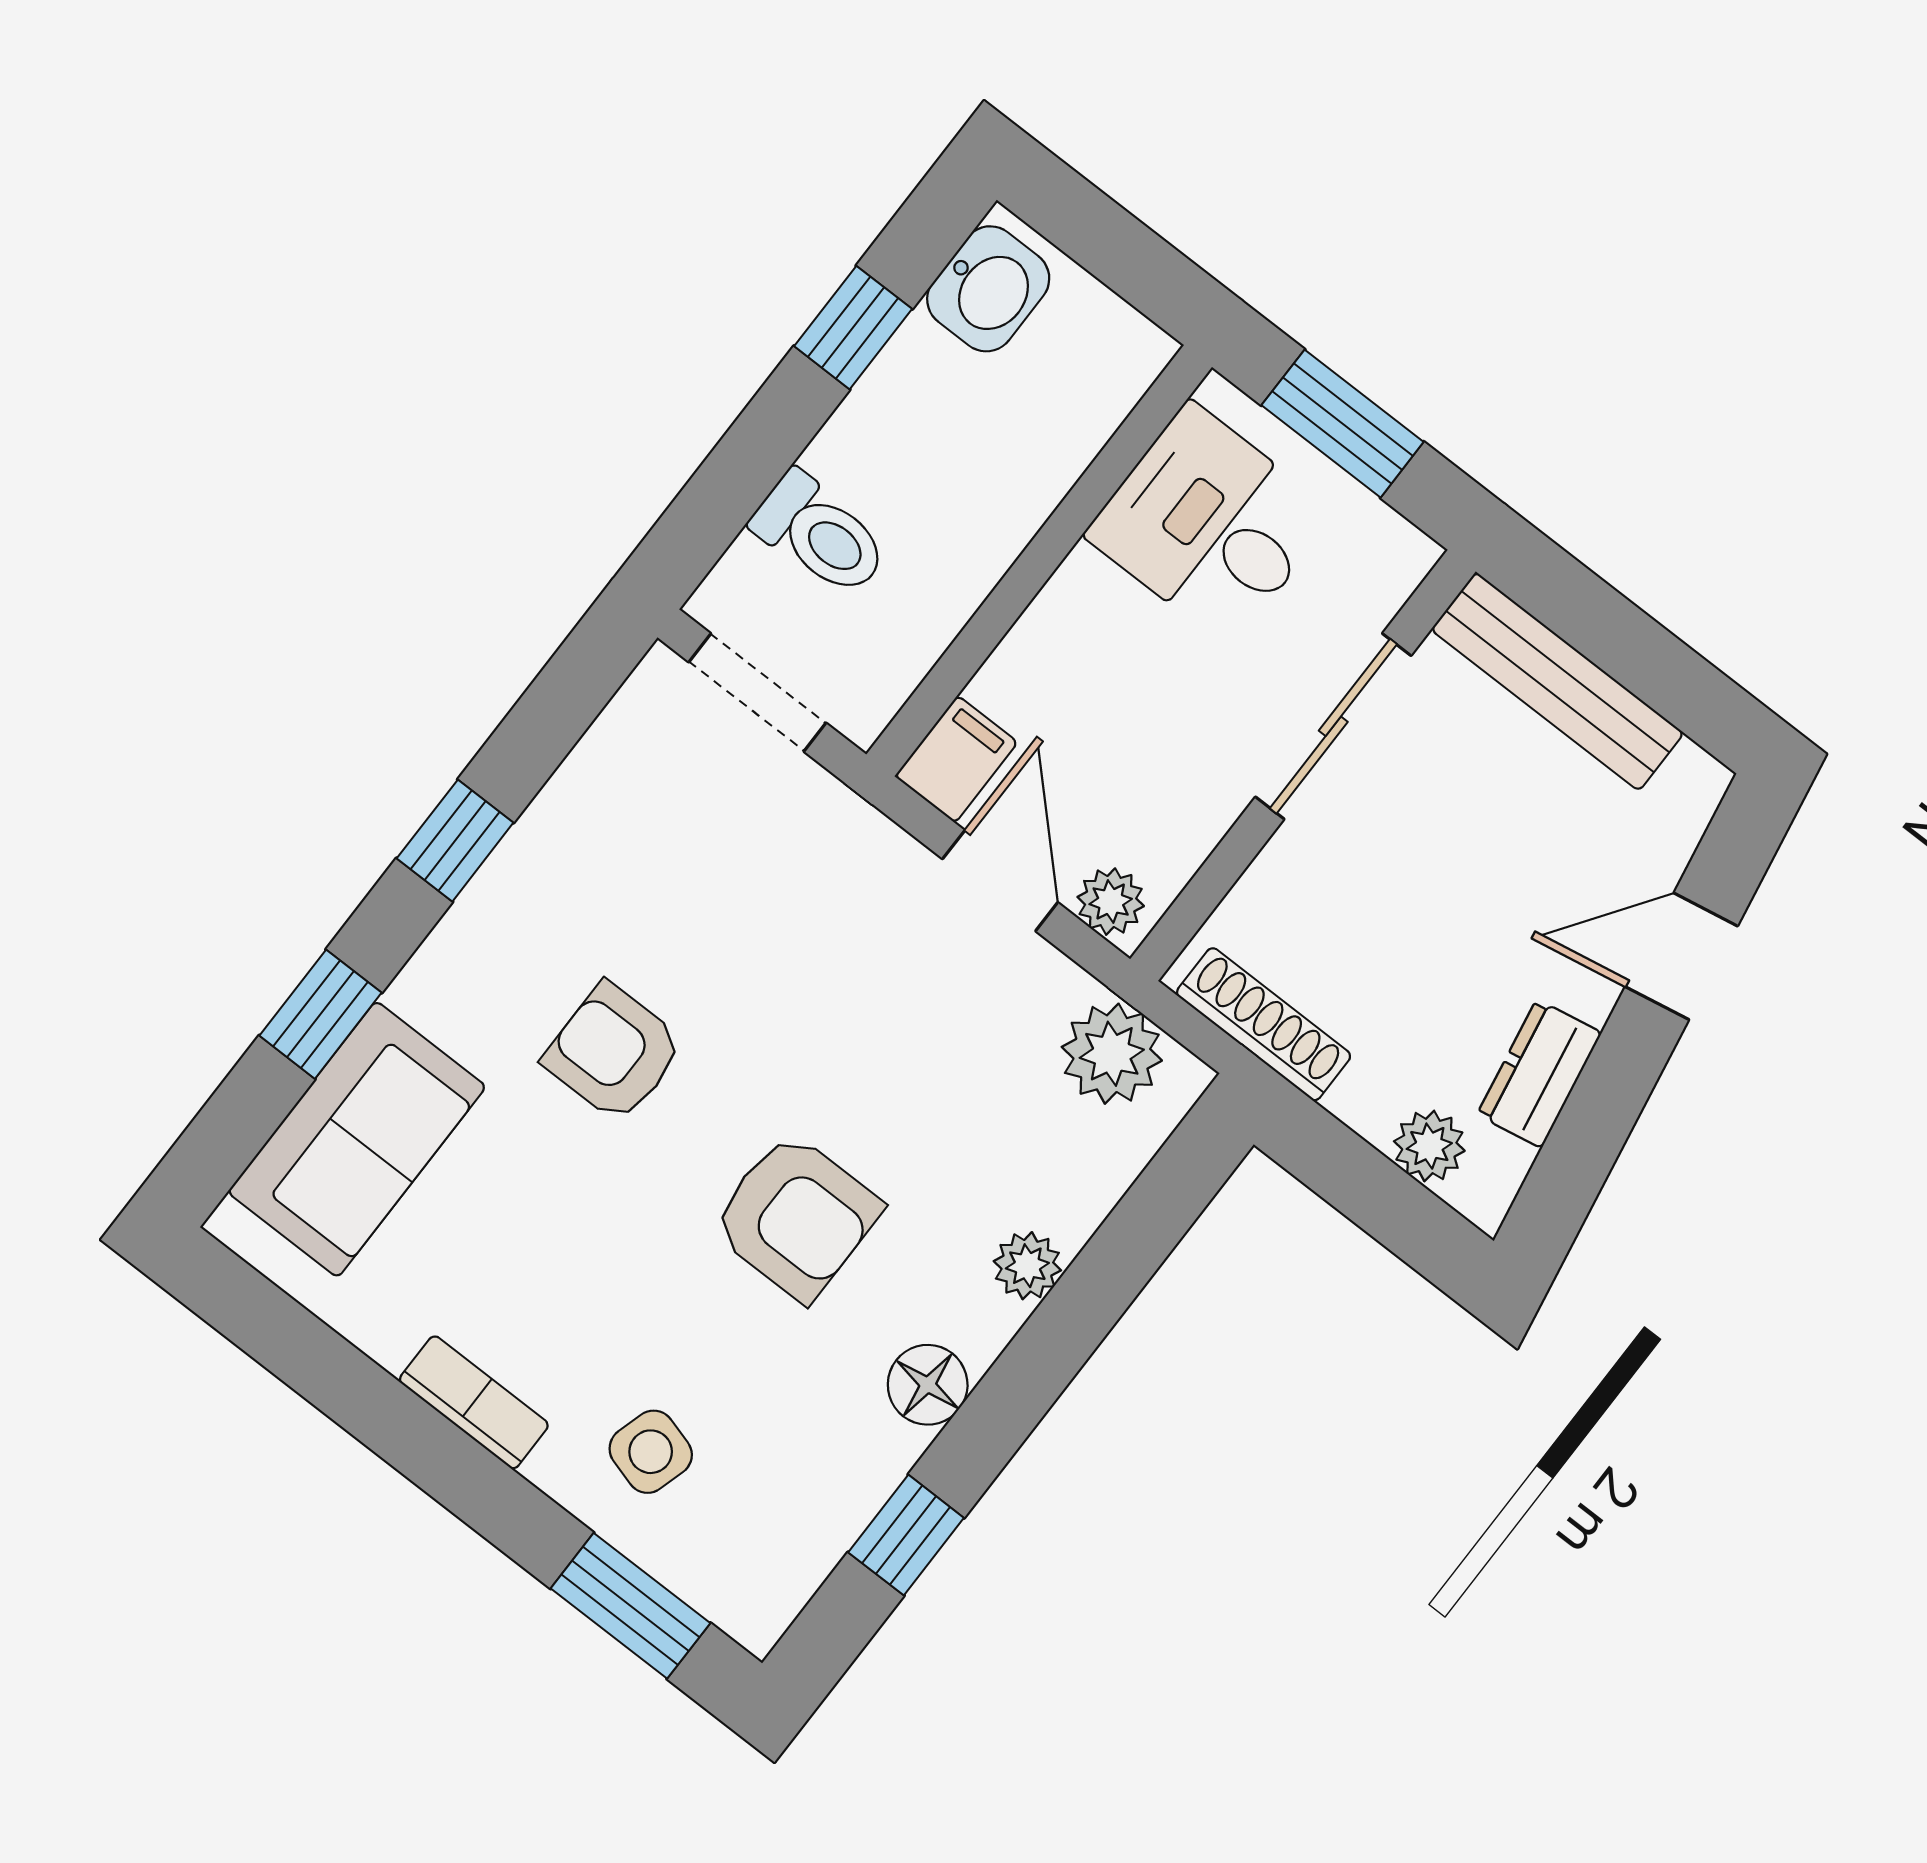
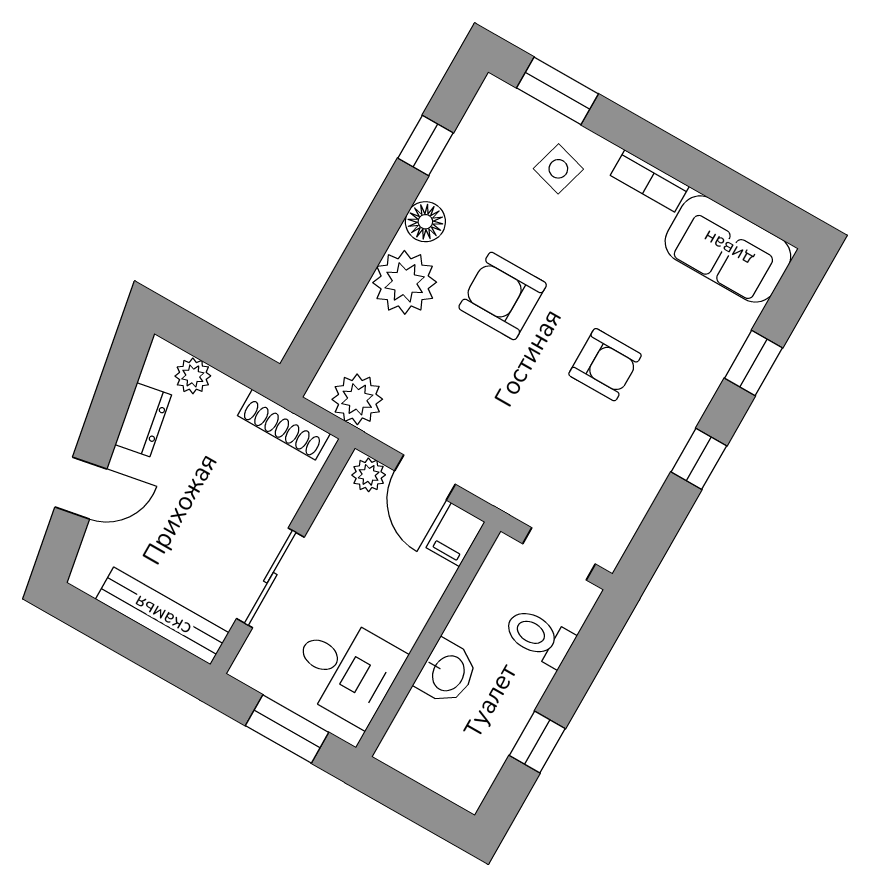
washbasin: (988, 289) -> (447, 673), moved, turned 180
sofa: (357, 1139) -> (728, 249), moved, turned -90
plant: (1027, 1266) -> (405, 282), width x1.88, depth x1.88

